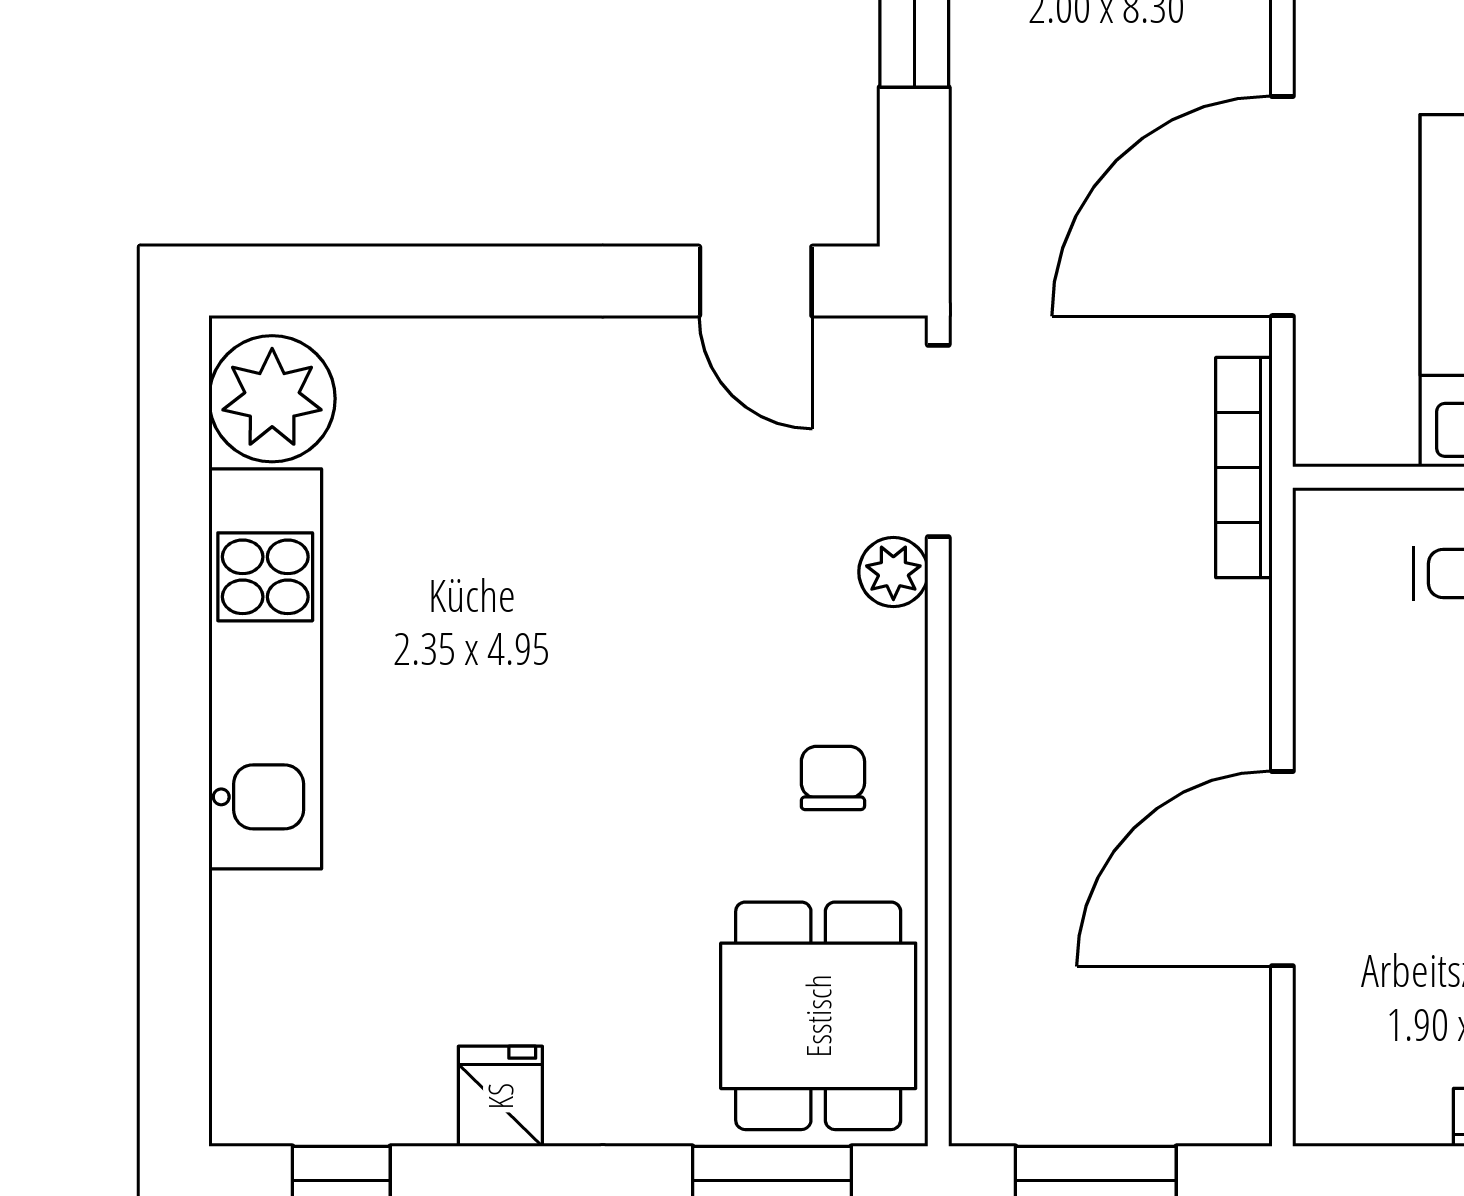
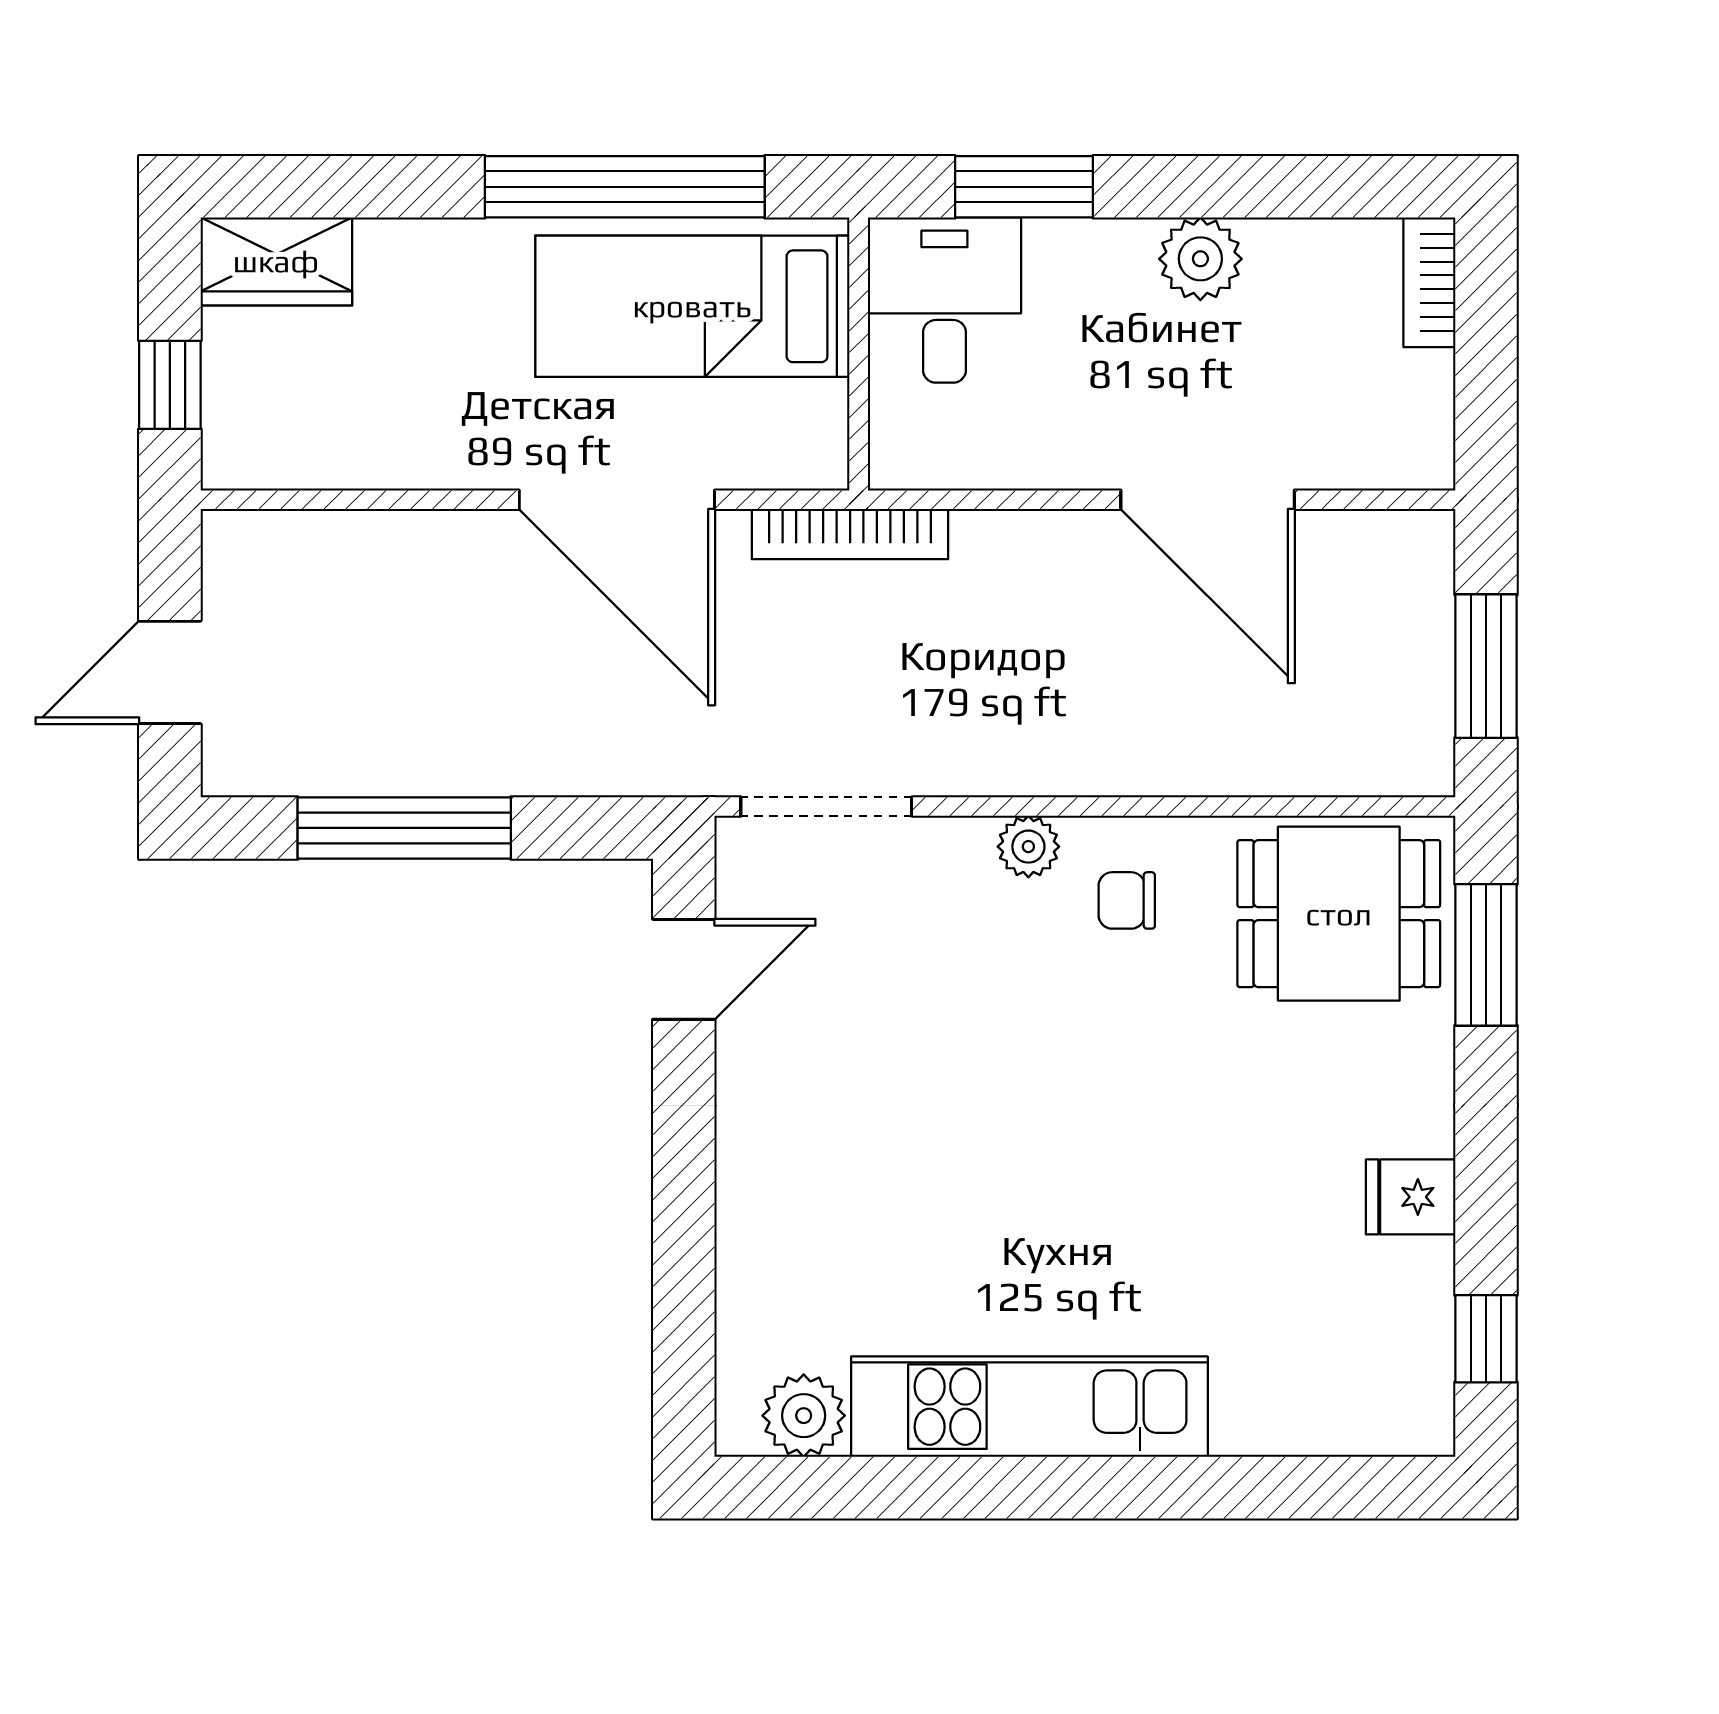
plant: (272, 399) -> (804, 1416), width x0.73, depth x0.73
plant: (893, 572) -> (1028, 847), moved

